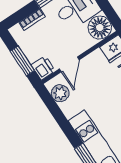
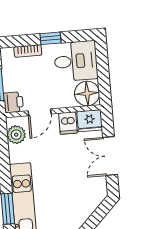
dishwasher: (97, 60) -> (68, 123), added

